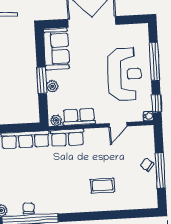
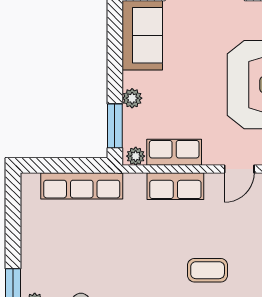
window: (42, 80) -> (115, 126), moved
row of seats: (67, 138) -> (175, 186), moved

